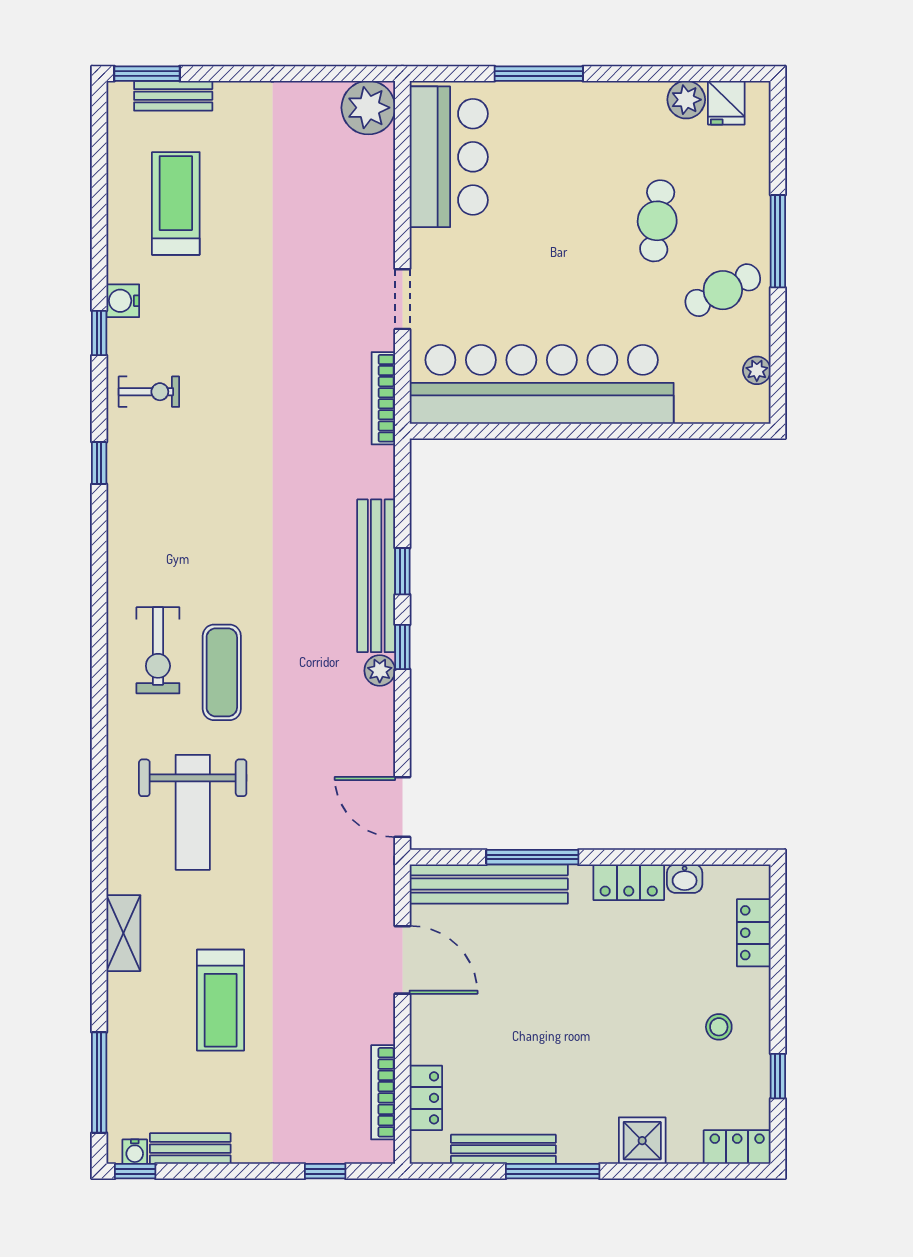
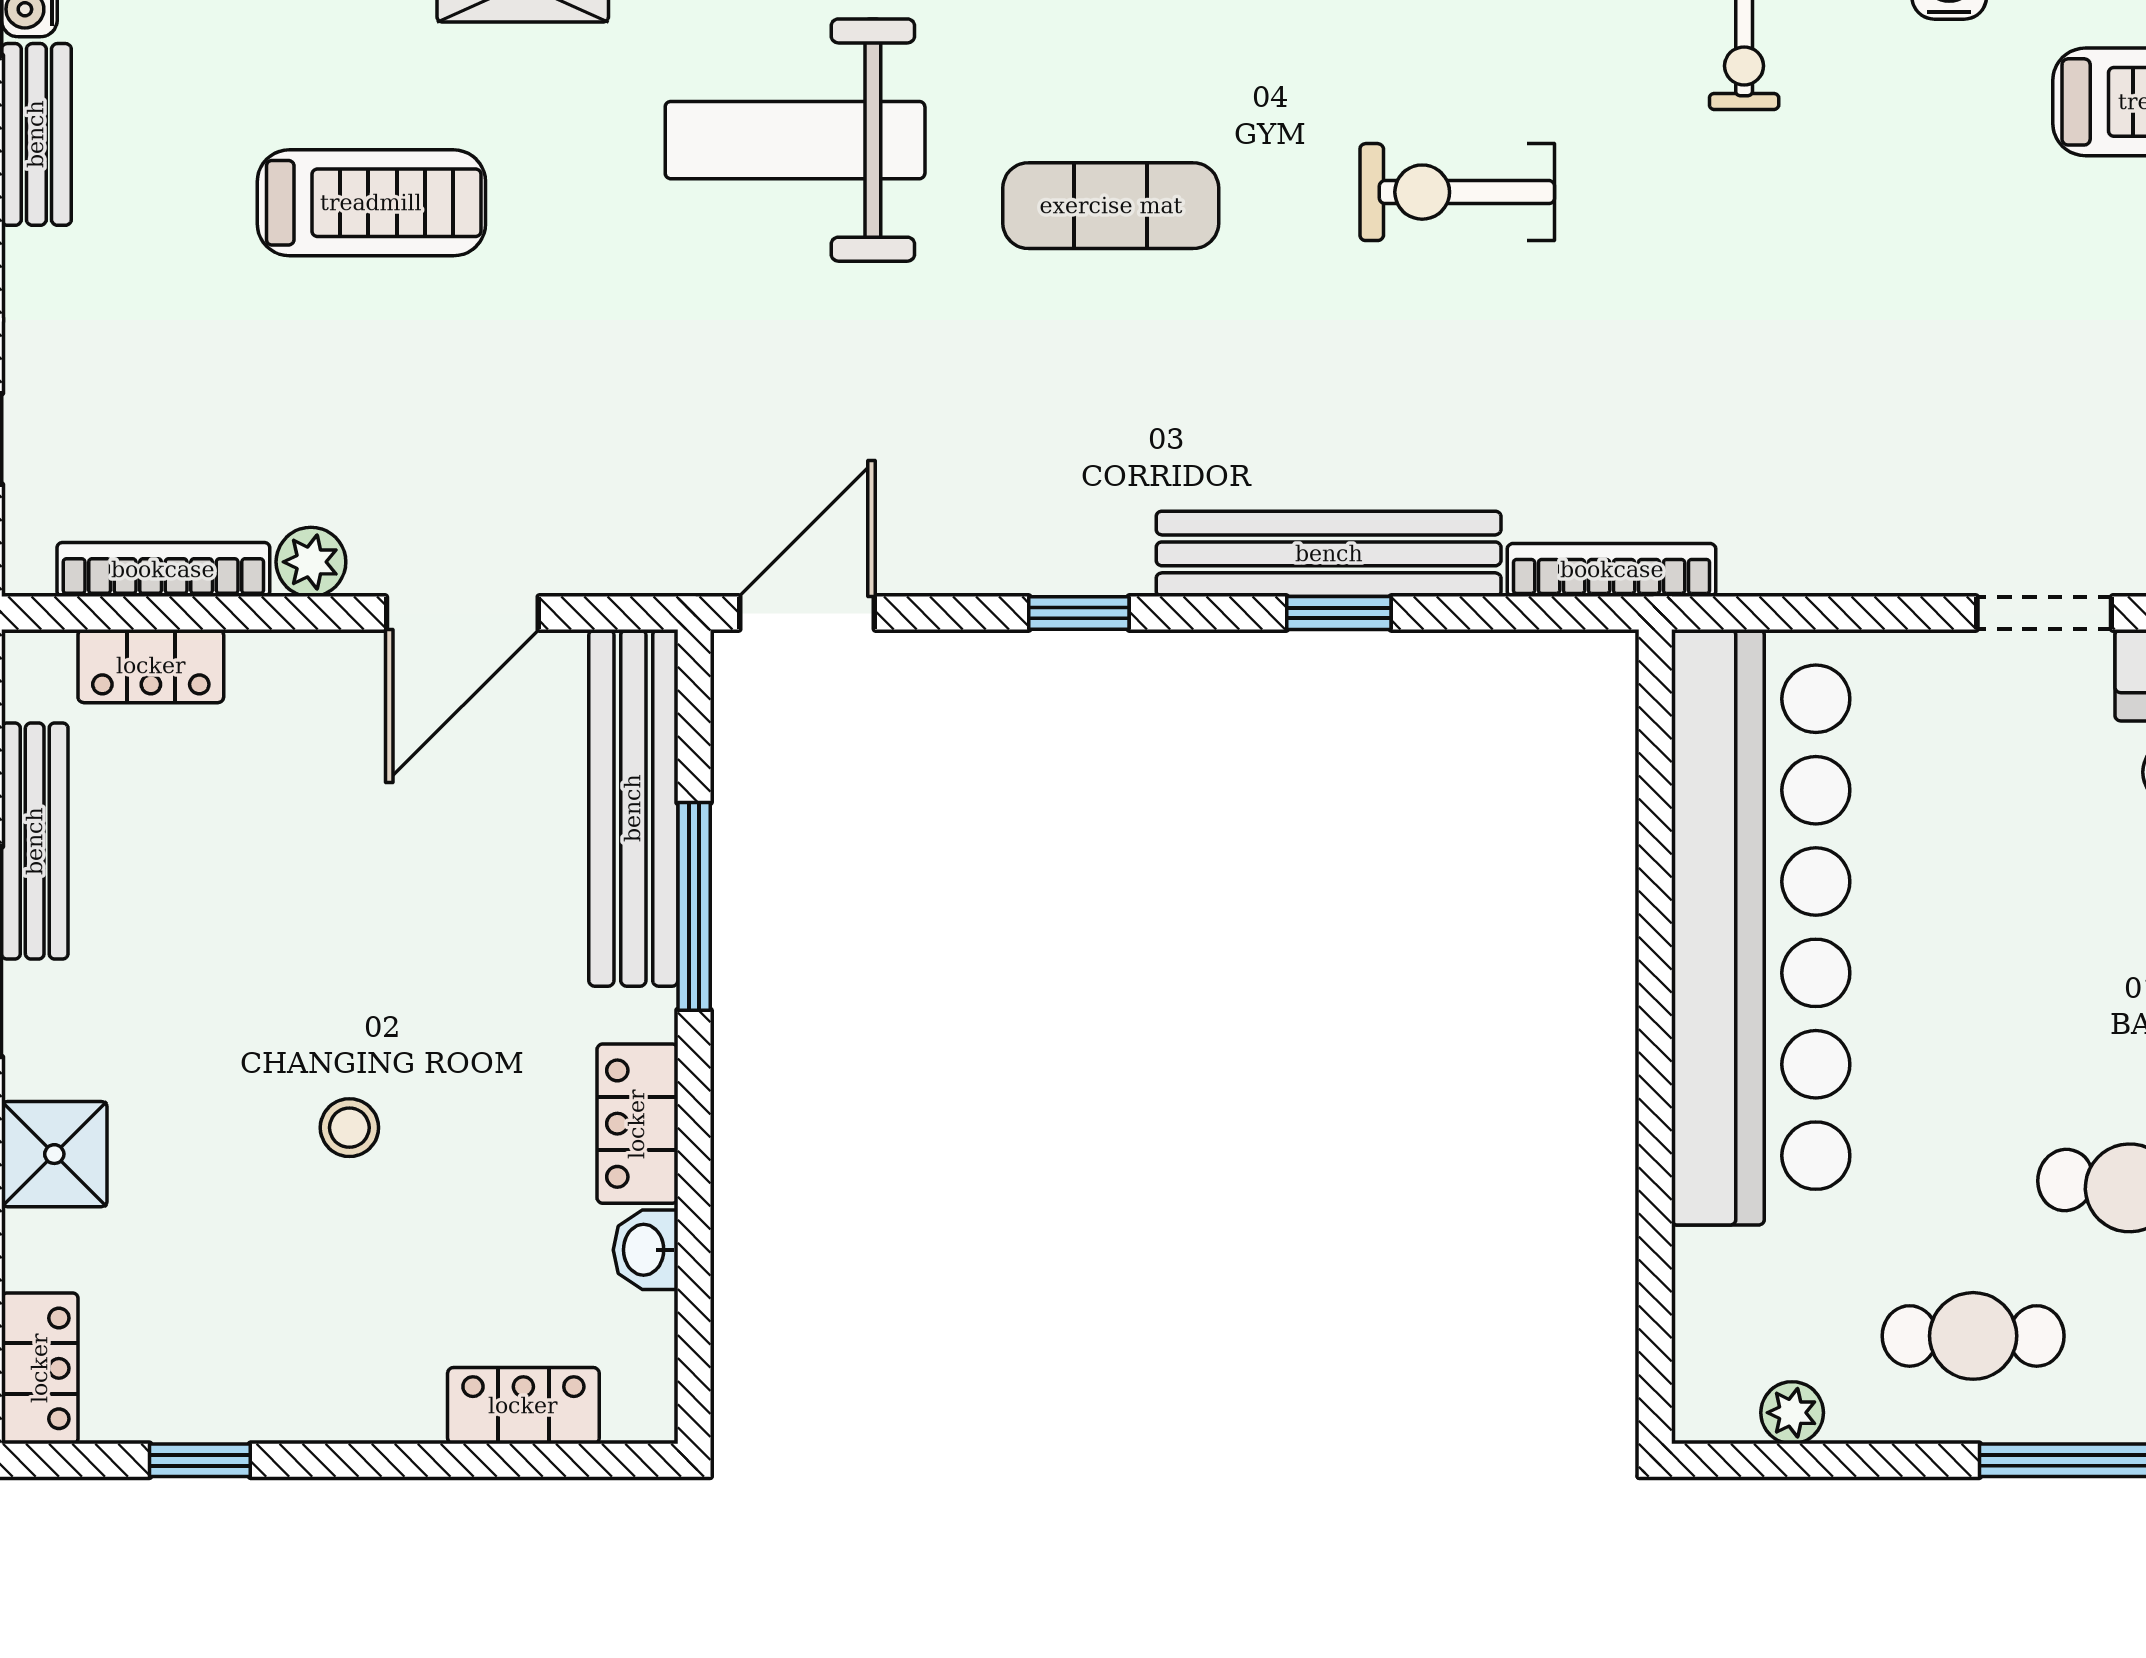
cafe table: (723, 290) -> (1973, 1336), turned -63
doorway: (402, 299) -> (2044, 613), moved
bookcase: (383, 398) -> (1612, 570), moved
window: (402, 647) -> (1079, 613), moved
exercise bike: (158, 650) -> (1457, 192), moved
plant: (380, 671) -> (311, 562), moved
treadmill: (221, 1000) -> (371, 203), turned 180
stool: (719, 1027) -> (349, 1128), moved

